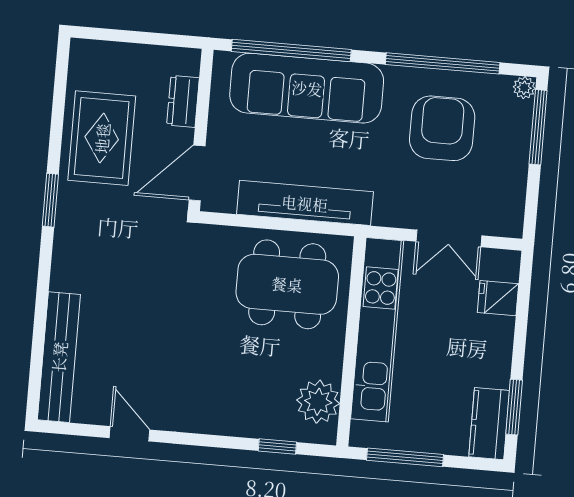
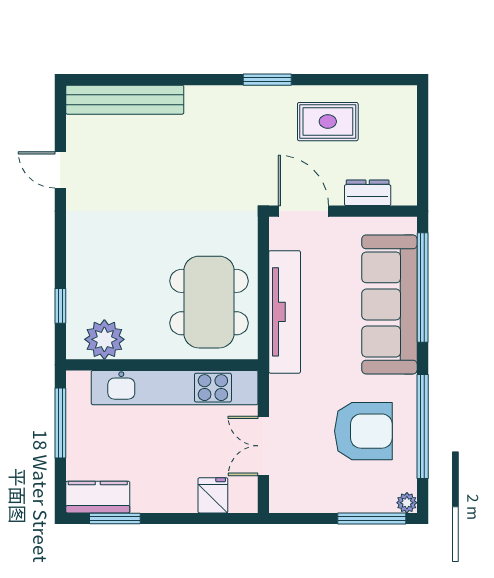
rug: (102, 138) -> (328, 122), width x0.73, depth x0.70
door: (129, 434) -> (60, 170), swing flipped

